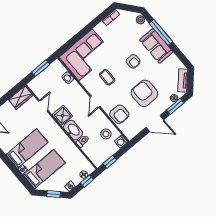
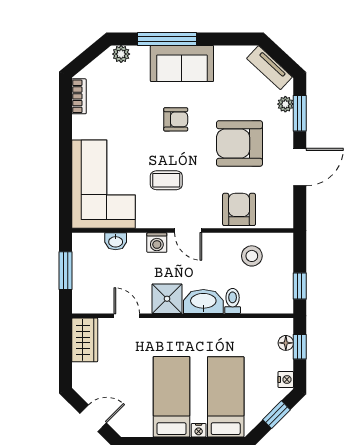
armchair: (119, 114) -> (239, 209), turned -90
washing machine: (121, 142) -> (157, 243), moved

